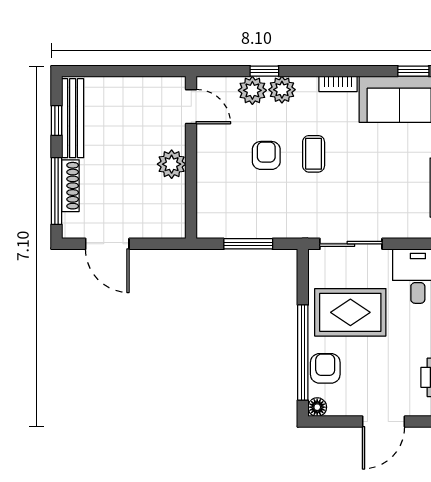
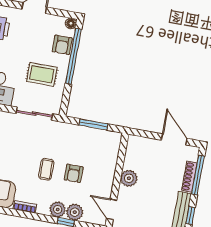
rug: (350, 312) -> (42, 74), width x0.73, depth x0.70

